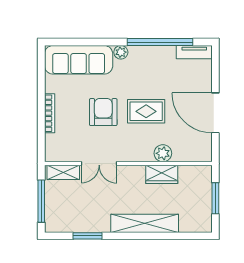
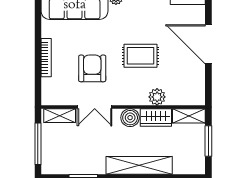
armchair: (103, 112) -> (92, 68), moved
door: (215, 113) -> (208, 44), moved
shelving: (195, 173) -> (189, 116), added
boiler: (135, 175) -> (130, 118), added

